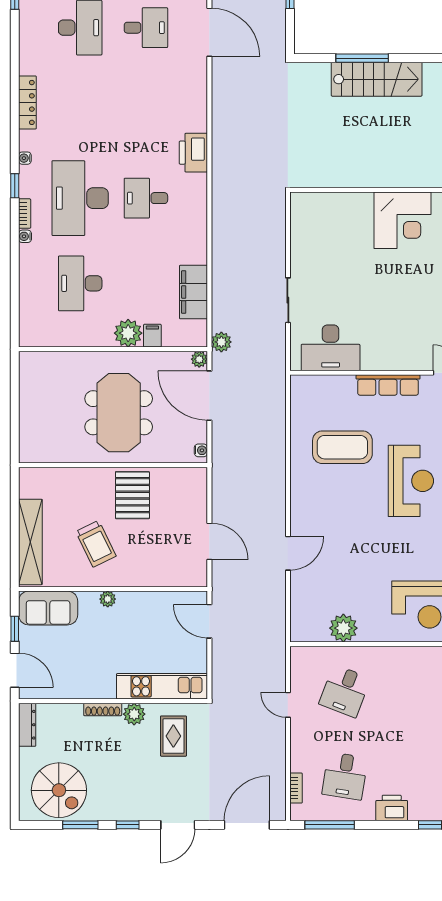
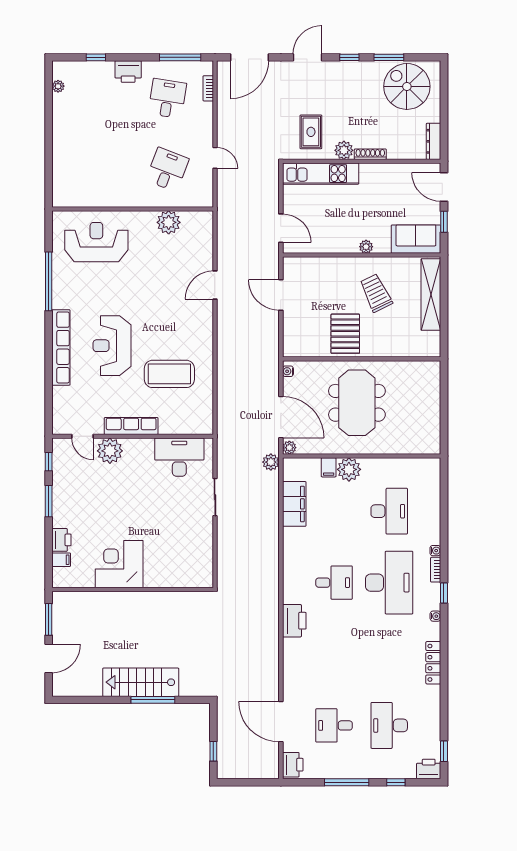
plant: (413, 355) -> (110, 451), added

